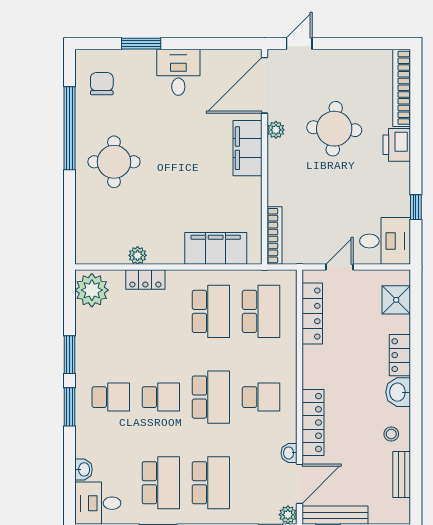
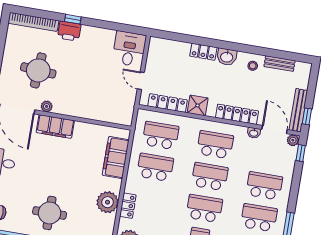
round table: (334, 129) -> (38, 70), moved
window: (416, 207) -> (73, 19), moved
bookcase: (275, 236) -> (114, 119), removed
plant: (138, 255) -> (108, 202), width x1.88, depth x1.88
shower: (396, 300) -> (198, 106), moved
school desk: (161, 397) -> (204, 208), width x1.85
school desk: (261, 397) -> (215, 145), width x1.85

